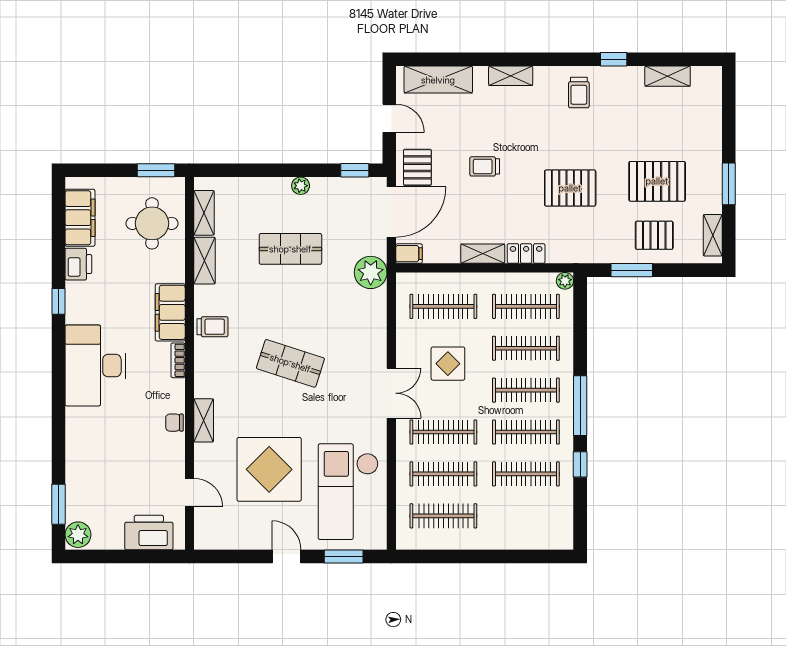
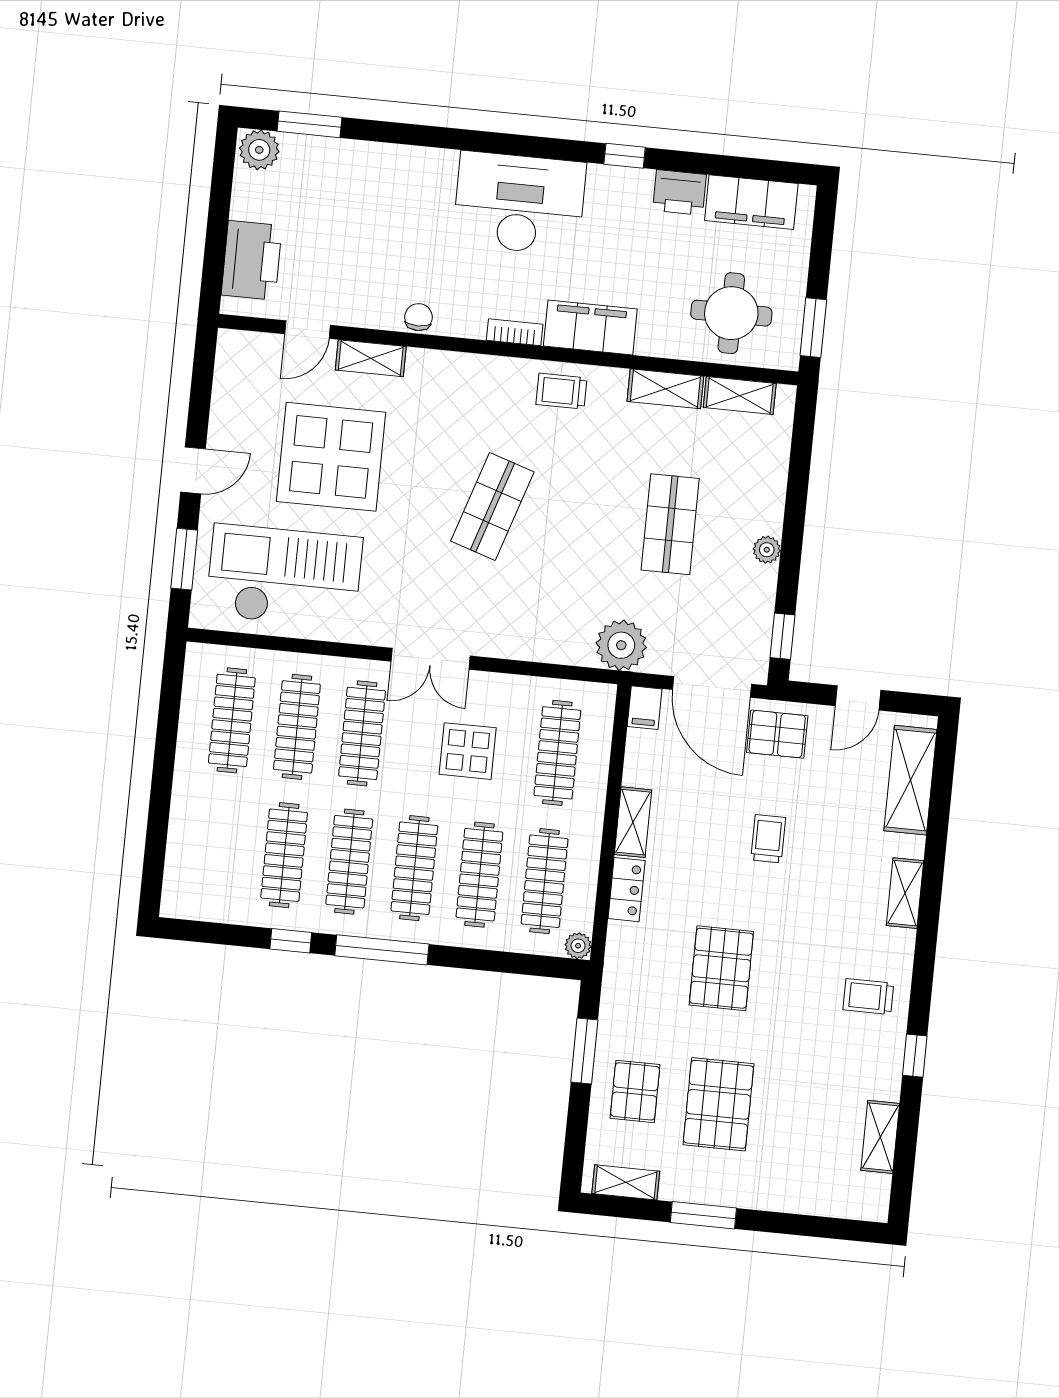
trolley: (213, 327) -> (561, 391), turned 90
shelving: (204, 420) -> (371, 358), moved

